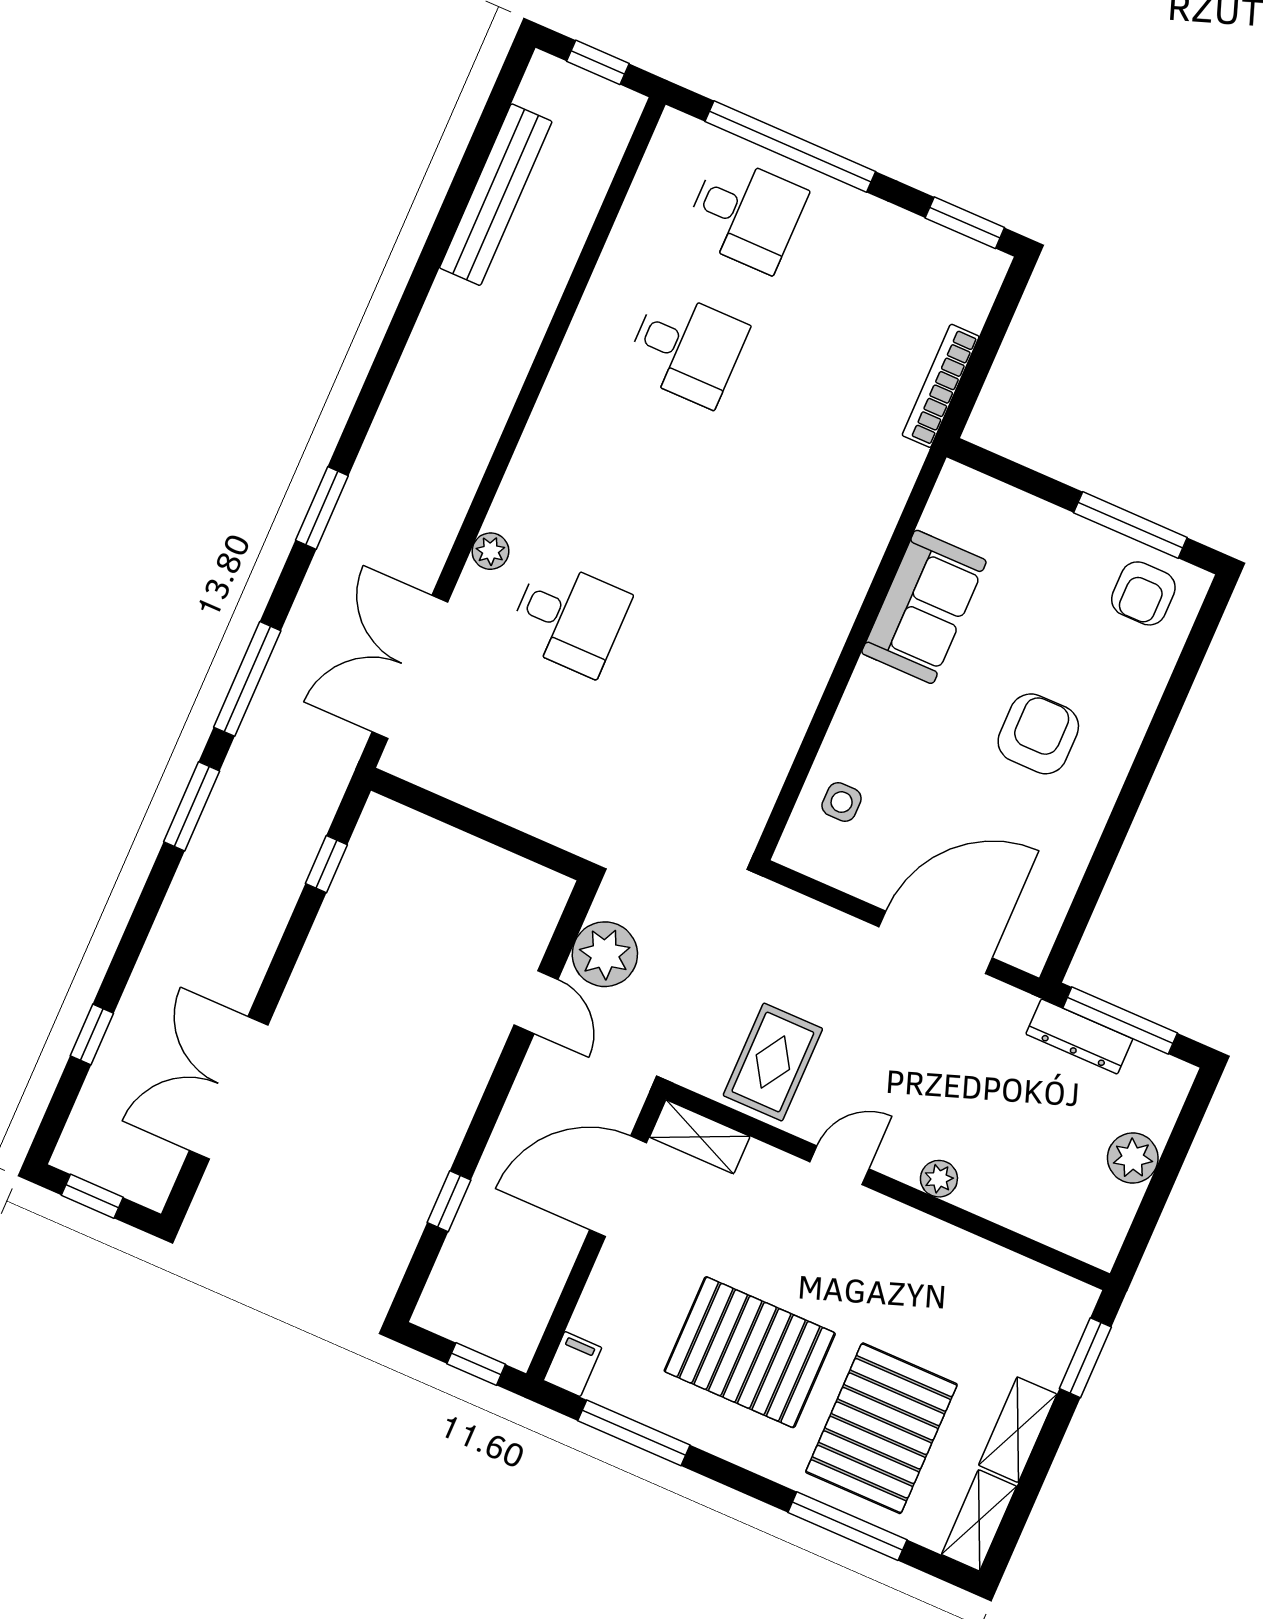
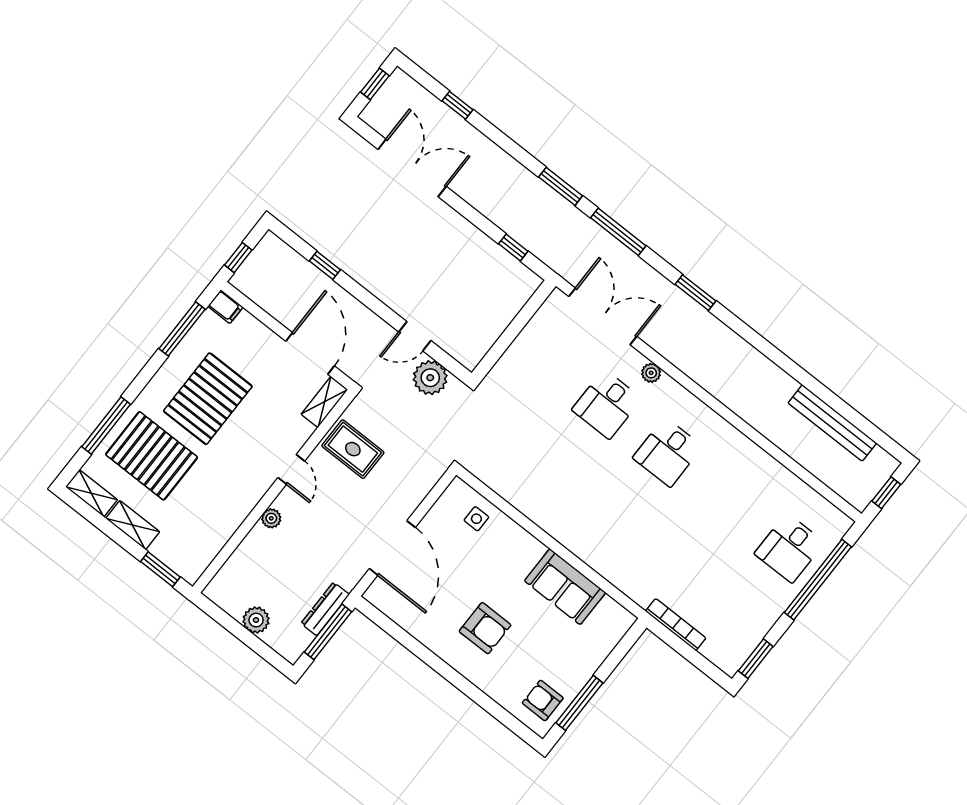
desk: (687, 348) -> (668, 452), moved

